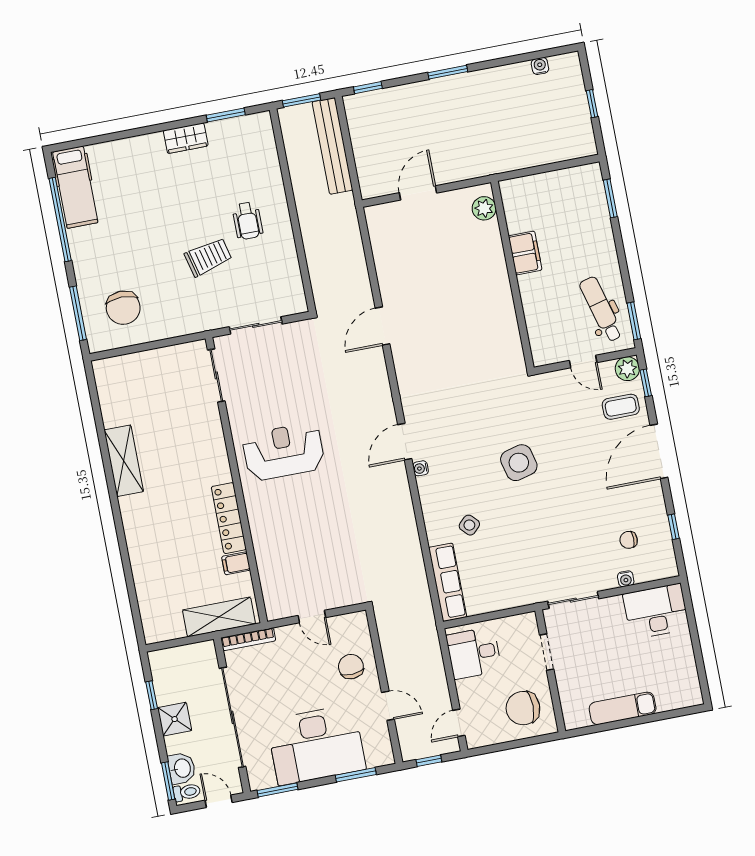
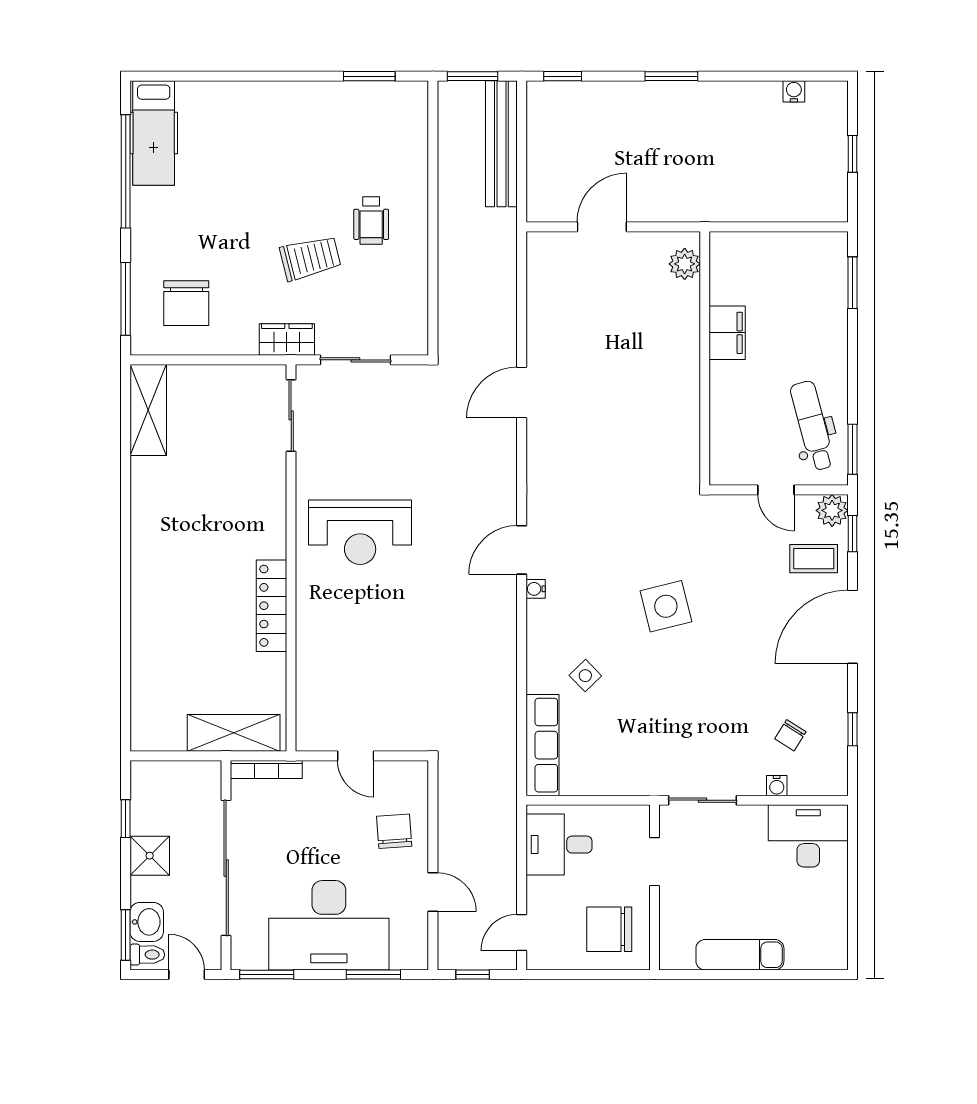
wardrobe: (186, 138) -> (287, 339), moved, turned 180
reception desk: (284, 452) -> (360, 532), turned 180
shelving: (124, 461) -> (148, 410), moved
chair: (629, 540) -> (790, 735), turned -58
filing cabinet: (236, 563) -> (269, 667), removed

